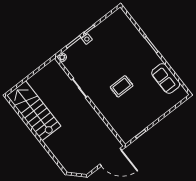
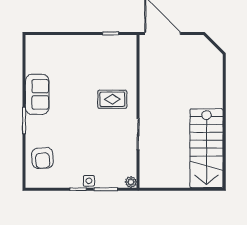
armchair: (124, 31) -> (42, 158), added
sofa: (166, 78) -> (37, 94), moved
rug: (122, 86) -> (112, 99), moved

